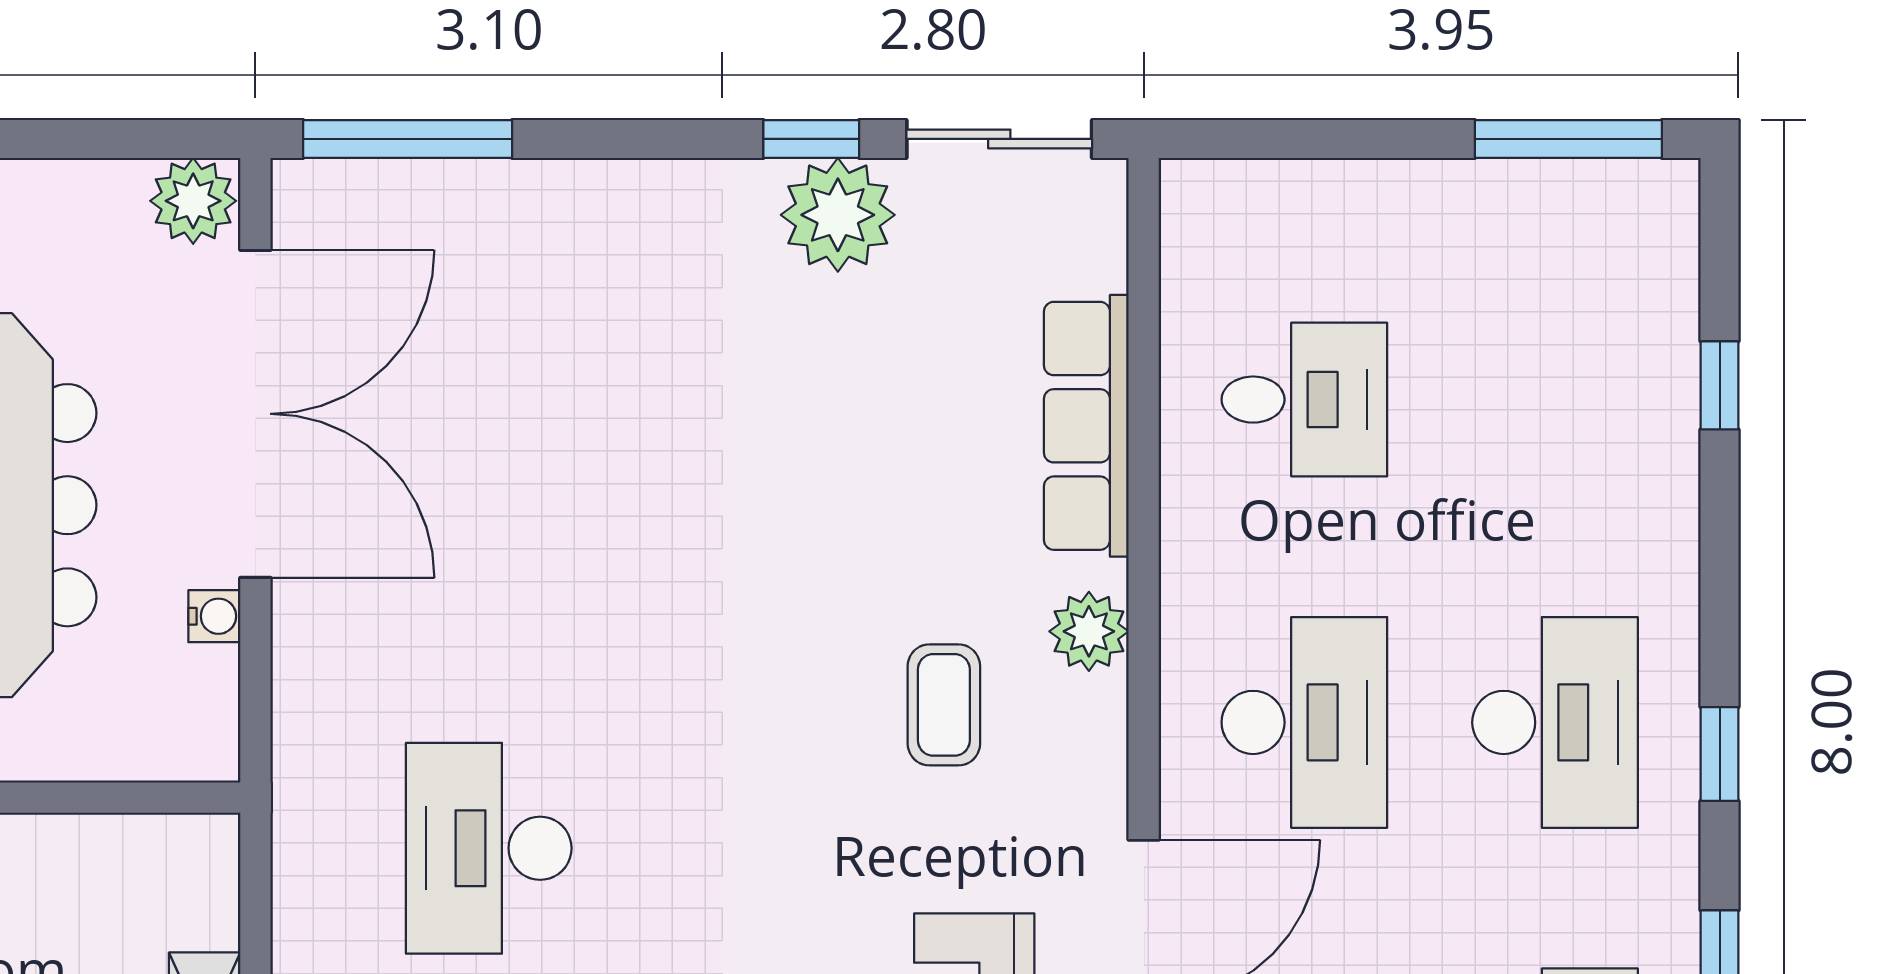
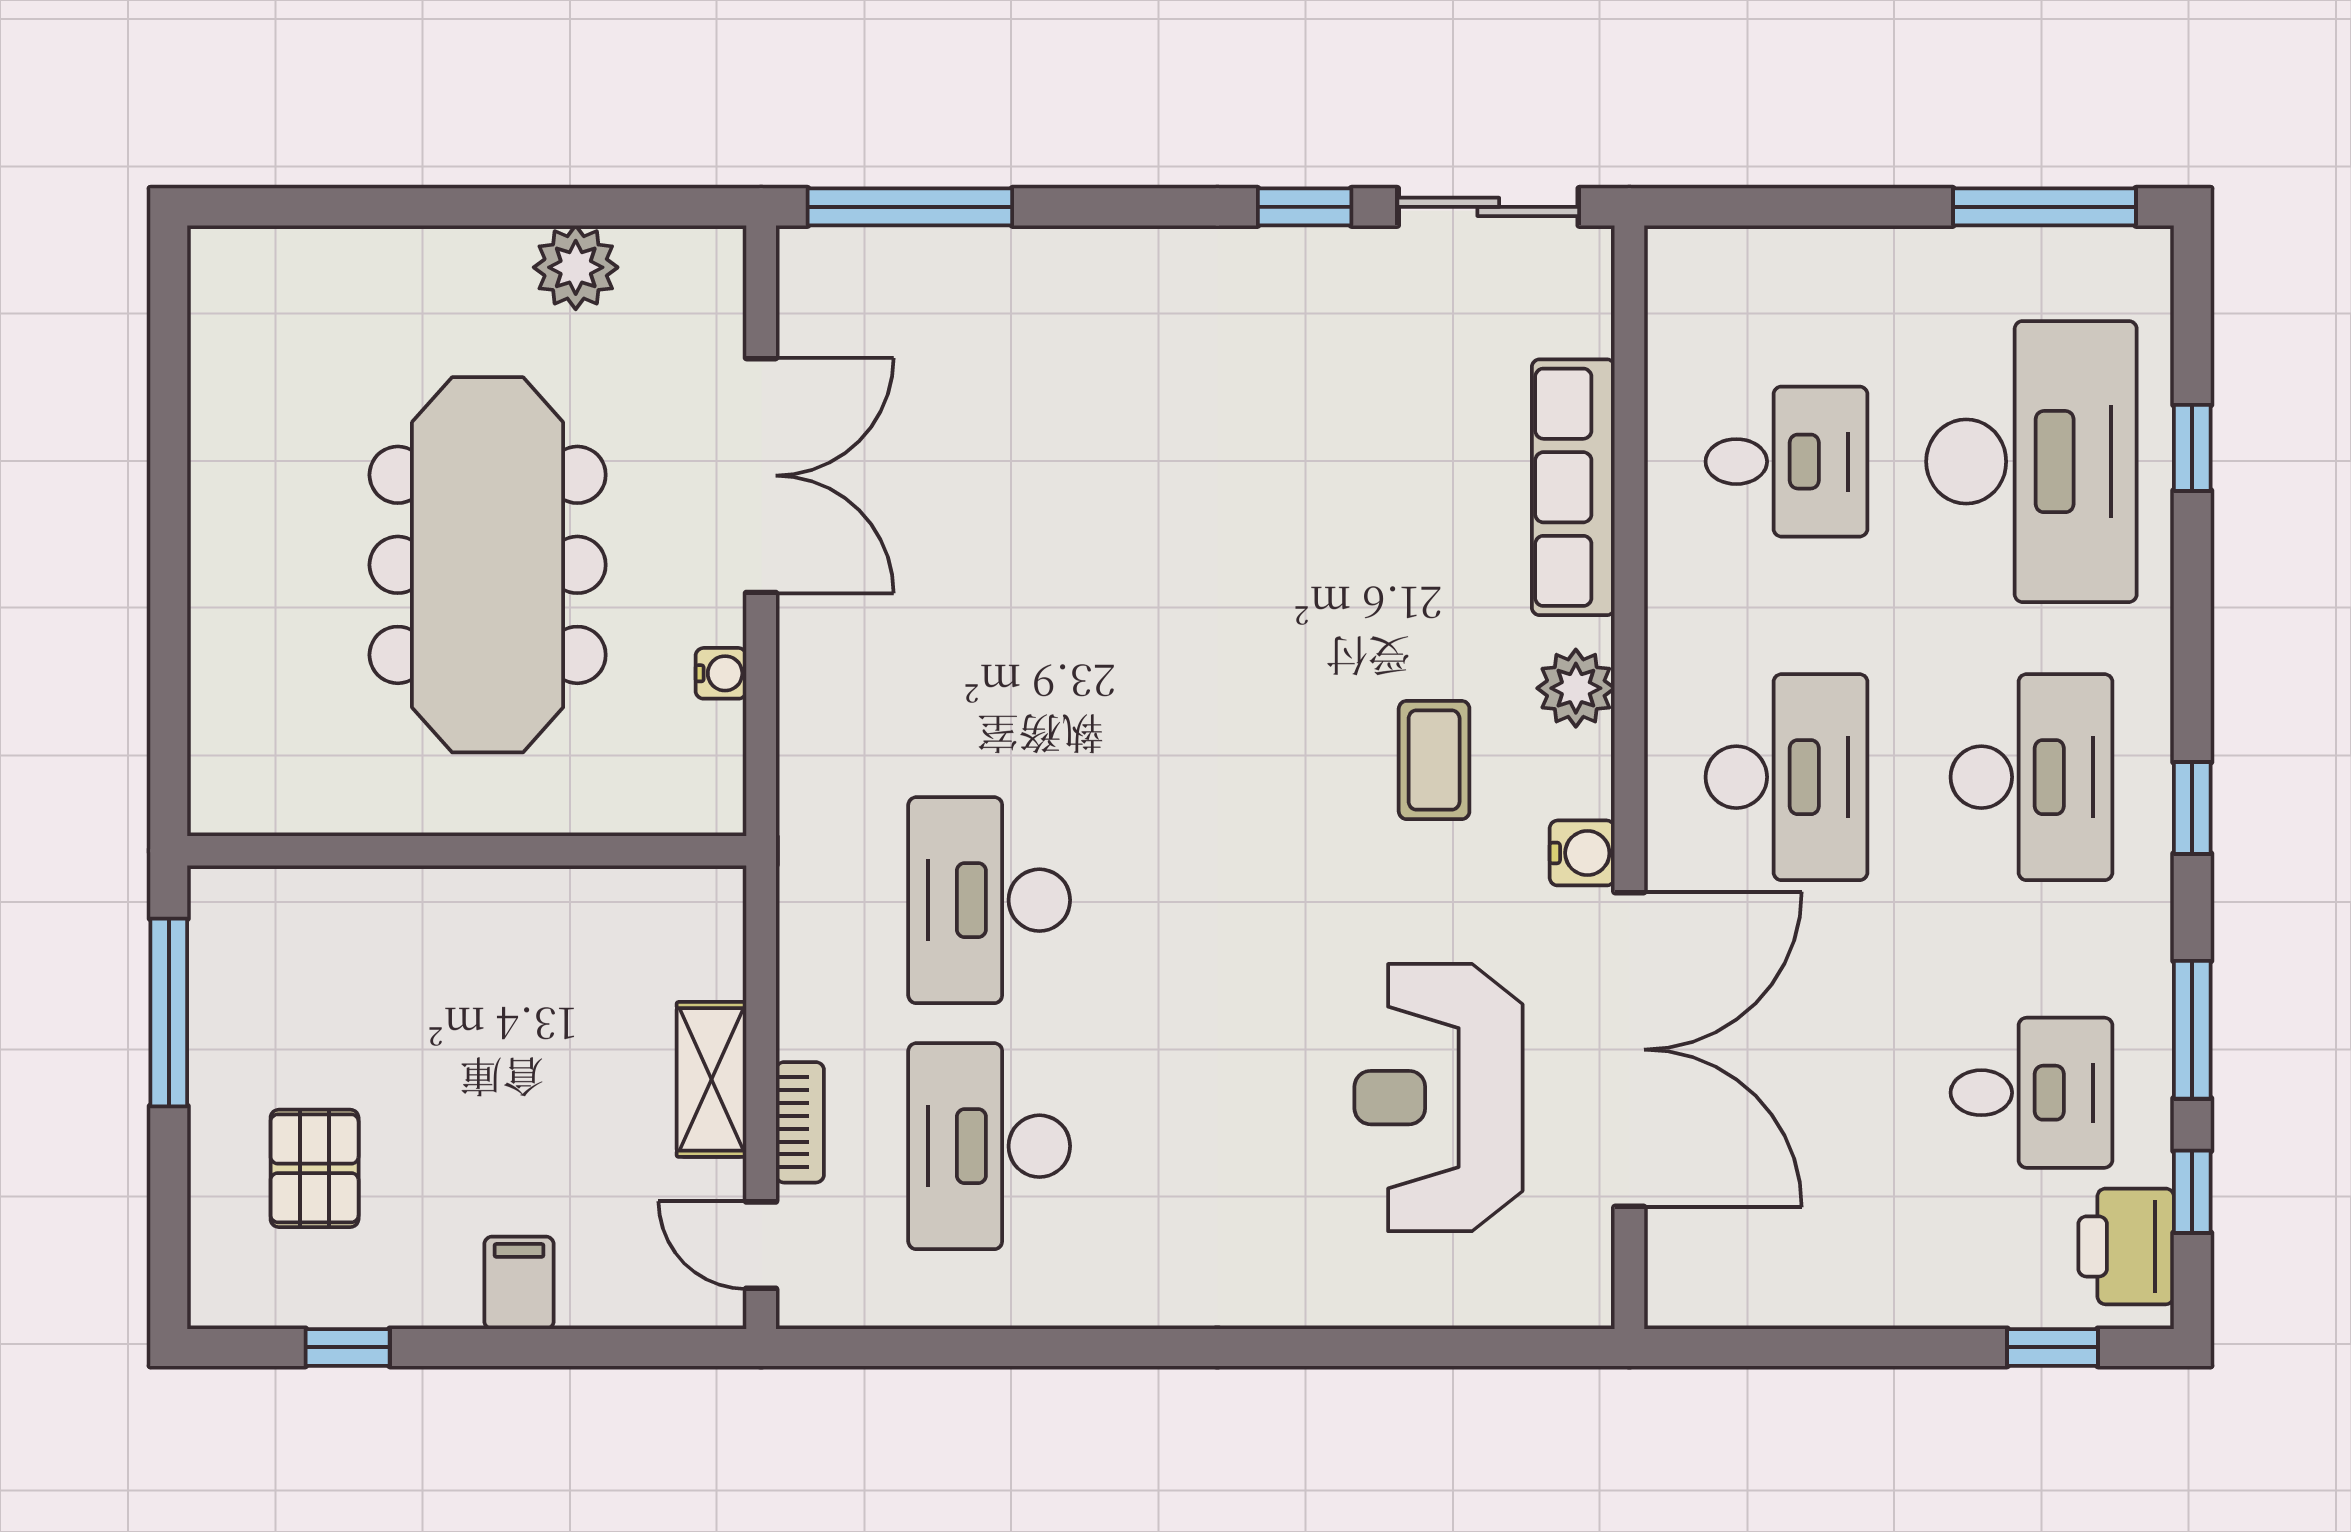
plant: (193, 201) -> (576, 267), moved
plant: (838, 215) -> (1330, 281), removed
desk: (1555, 400) -> (2031, 462), added
double door: (255, 414) -> (761, 476), width x0.73
water cooler: (1095, 800) -> (1582, 853), added

